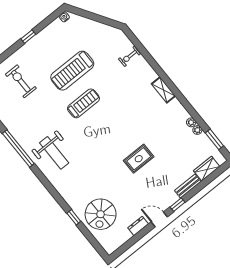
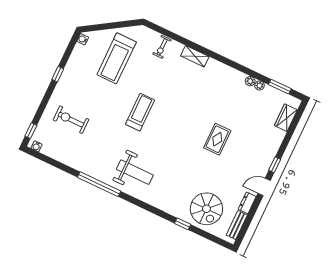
treadmill: (72, 71) -> (117, 58), moved
shelving: (163, 90) -> (195, 56), moved
bench: (188, 186) -> (237, 225), moved

